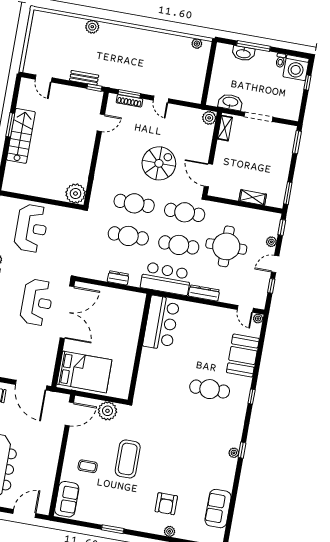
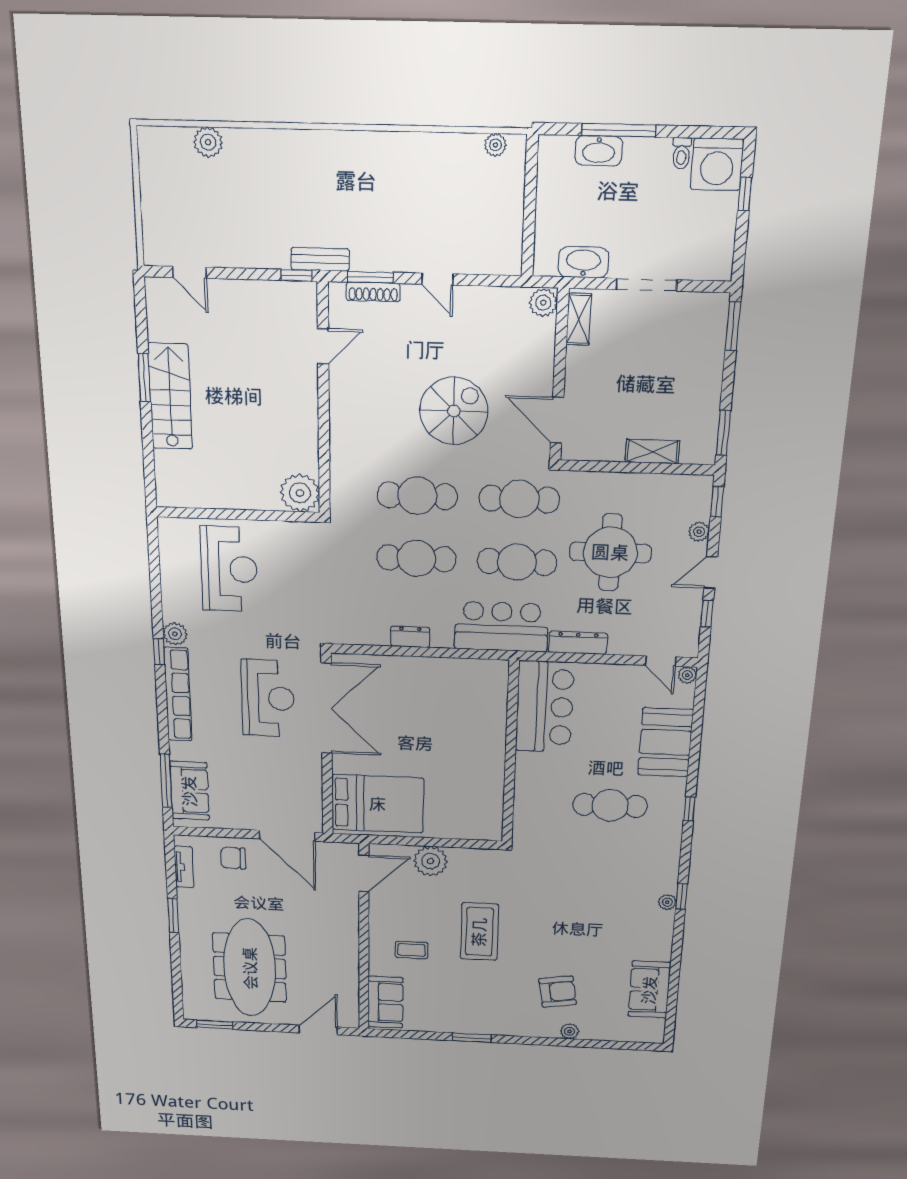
plant: (92, 27) -> (208, 142), moved
bench: (84, 78) -> (320, 259), moved
bar counter: (161, 323) -> (545, 707), moved
wall: (140, 347) -> (510, 753), moved
armchair: (166, 504) -> (558, 992), turned -99

